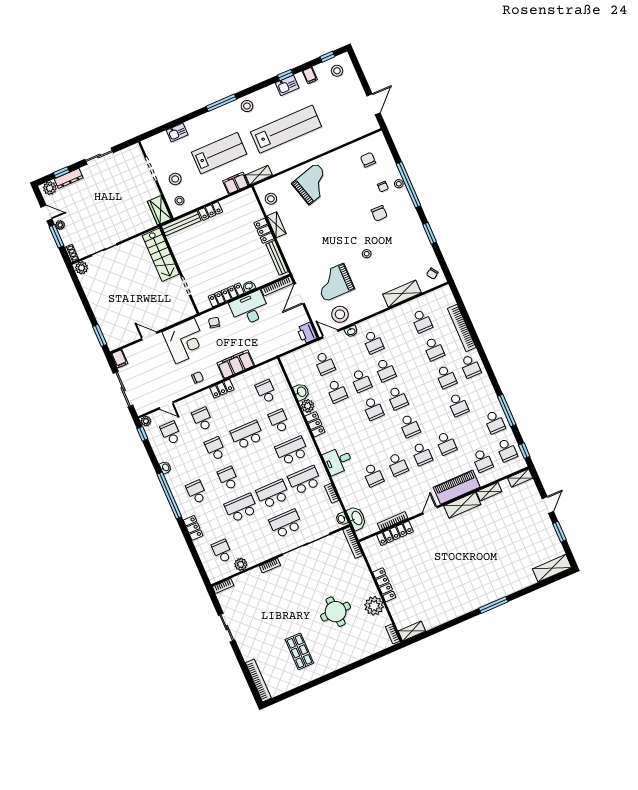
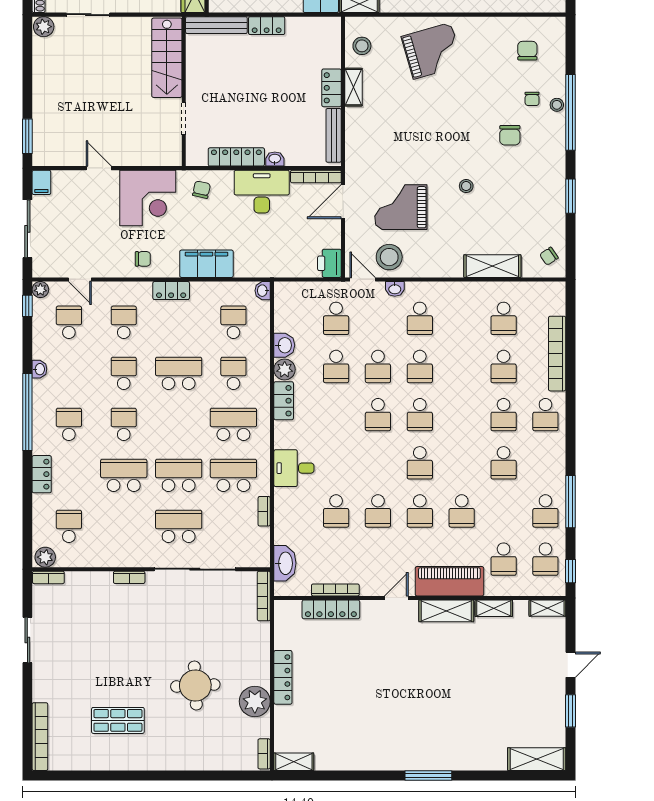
washbasin: (342, 519) -> (263, 291), moved
plant: (241, 564) -> (45, 557), moved
shop shelf: (299, 651) -> (118, 720), turned 90

